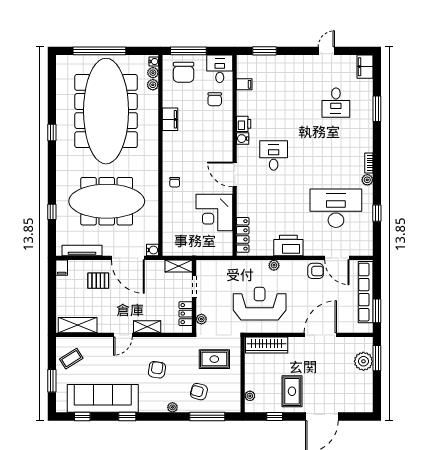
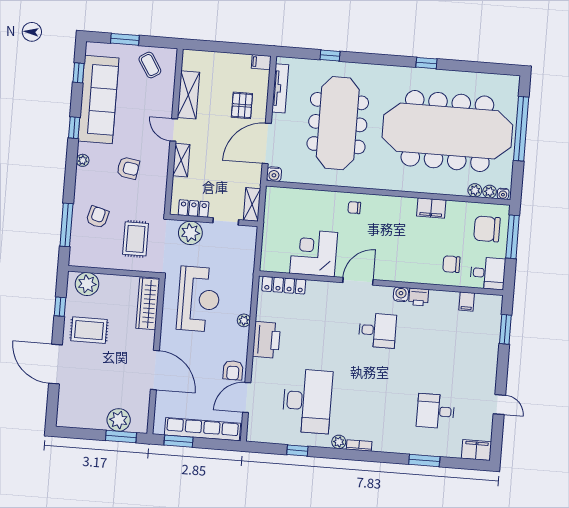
plant: (201, 319) -> (190, 233), width x1.88, depth x1.88
shelving: (78, 325) -> (188, 95), moved
plant: (250, 396) -> (87, 284), width x1.88, depth x1.88
plant: (172, 407) -> (83, 160), moved

